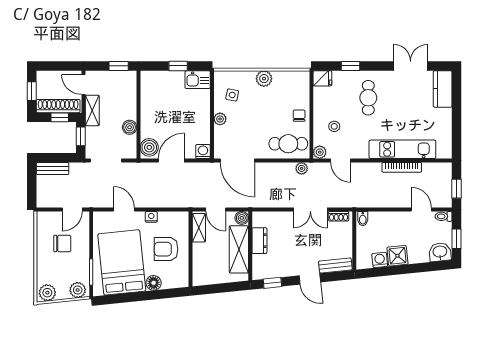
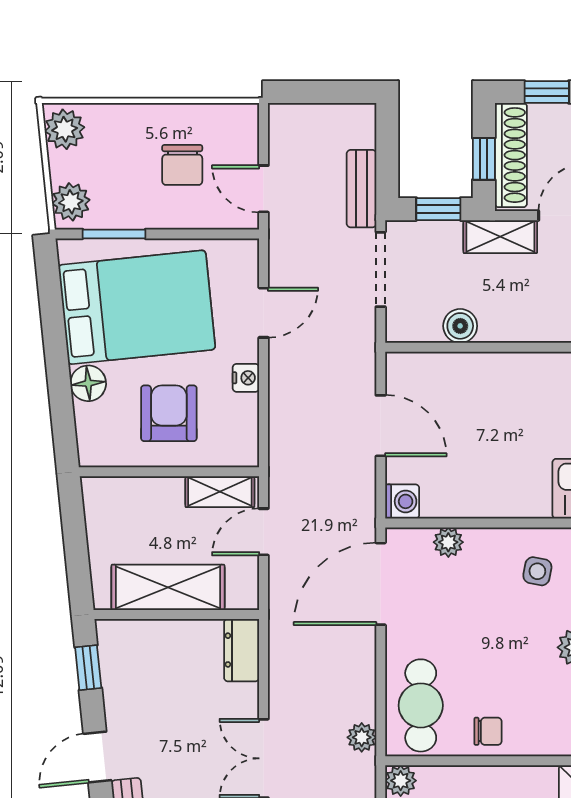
plant: (220, 119) -> (448, 542), moved
boiler: (149, 147) -> (412, 373), removed
bench: (53, 169) -> (361, 189), moved
boiler: (242, 218) -> (243, 594), removed
dresser: (259, 241) -> (242, 650), moved, turned 90

